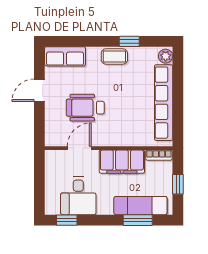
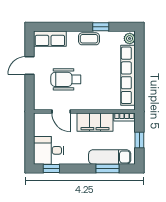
door: (79, 148) -> (61, 111), swing flipped
desk: (78, 196) -> (49, 150), moved, turned 90

